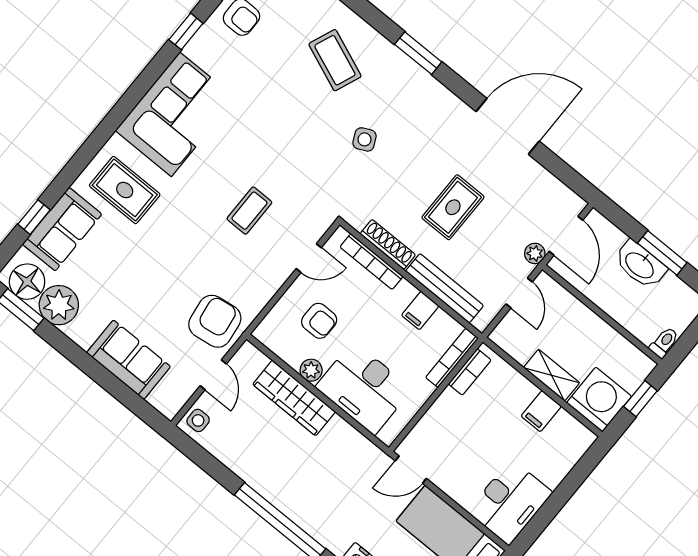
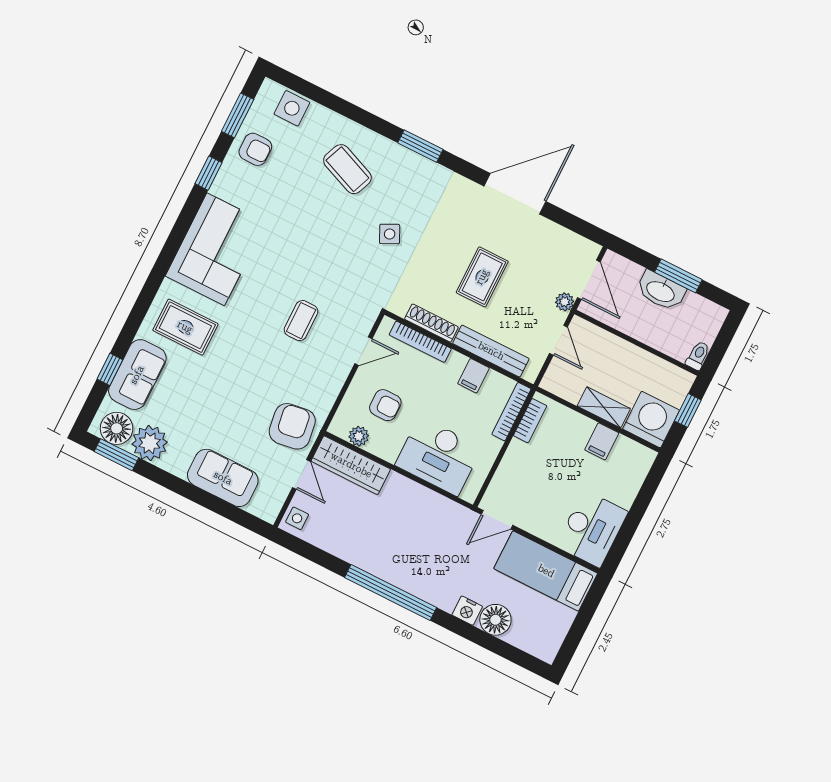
plant: (311, 370) -> (359, 436), moved
wardrobe: (294, 398) -> (351, 465), moved

